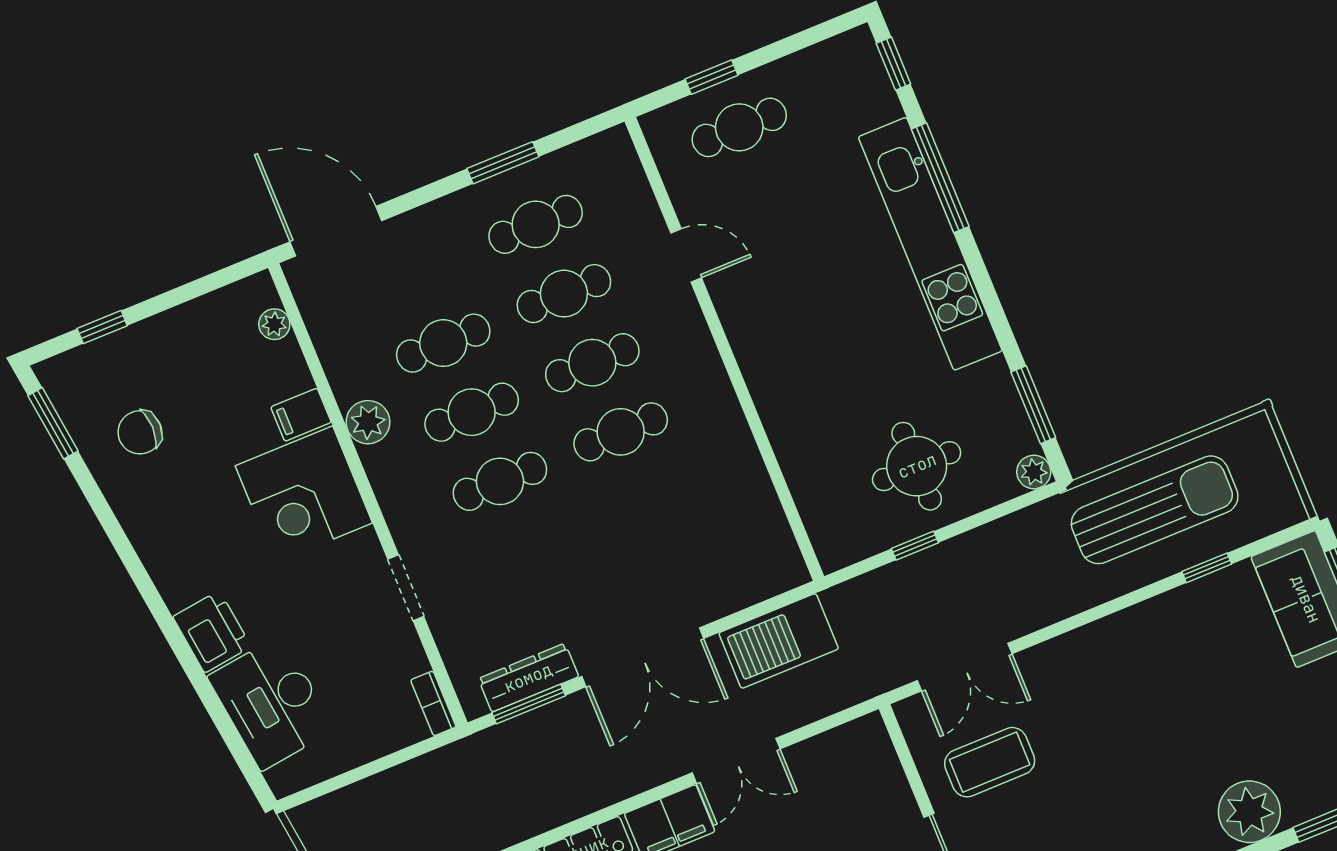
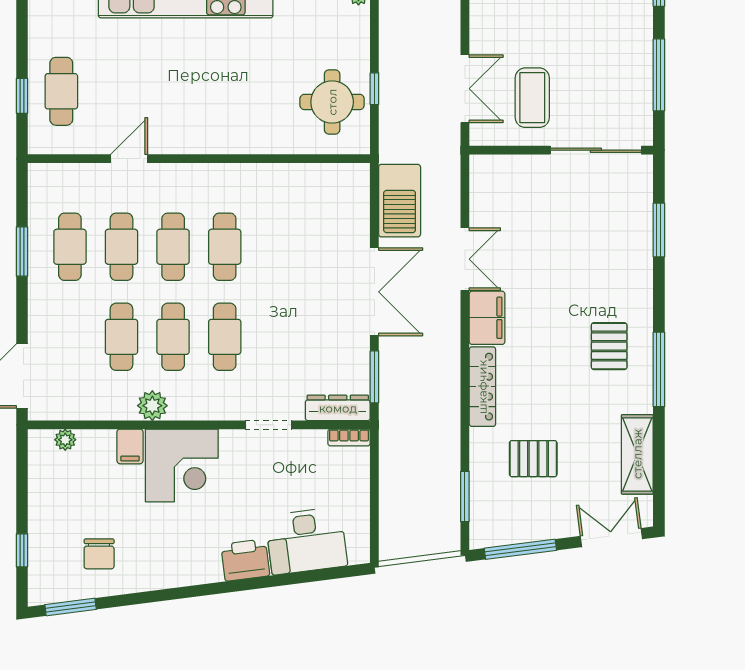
round table: (917, 466) -> (332, 102), moved
dresser: (528, 678) -> (338, 408), moved, turned 90

